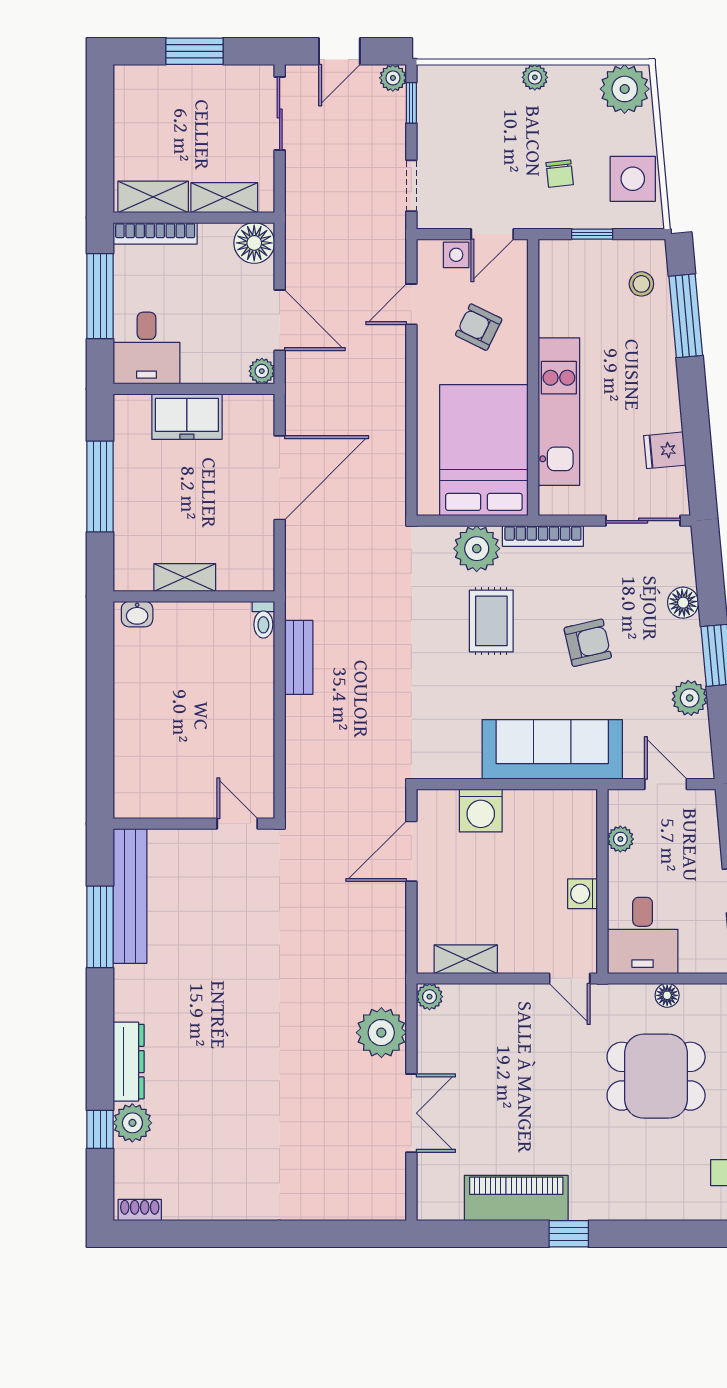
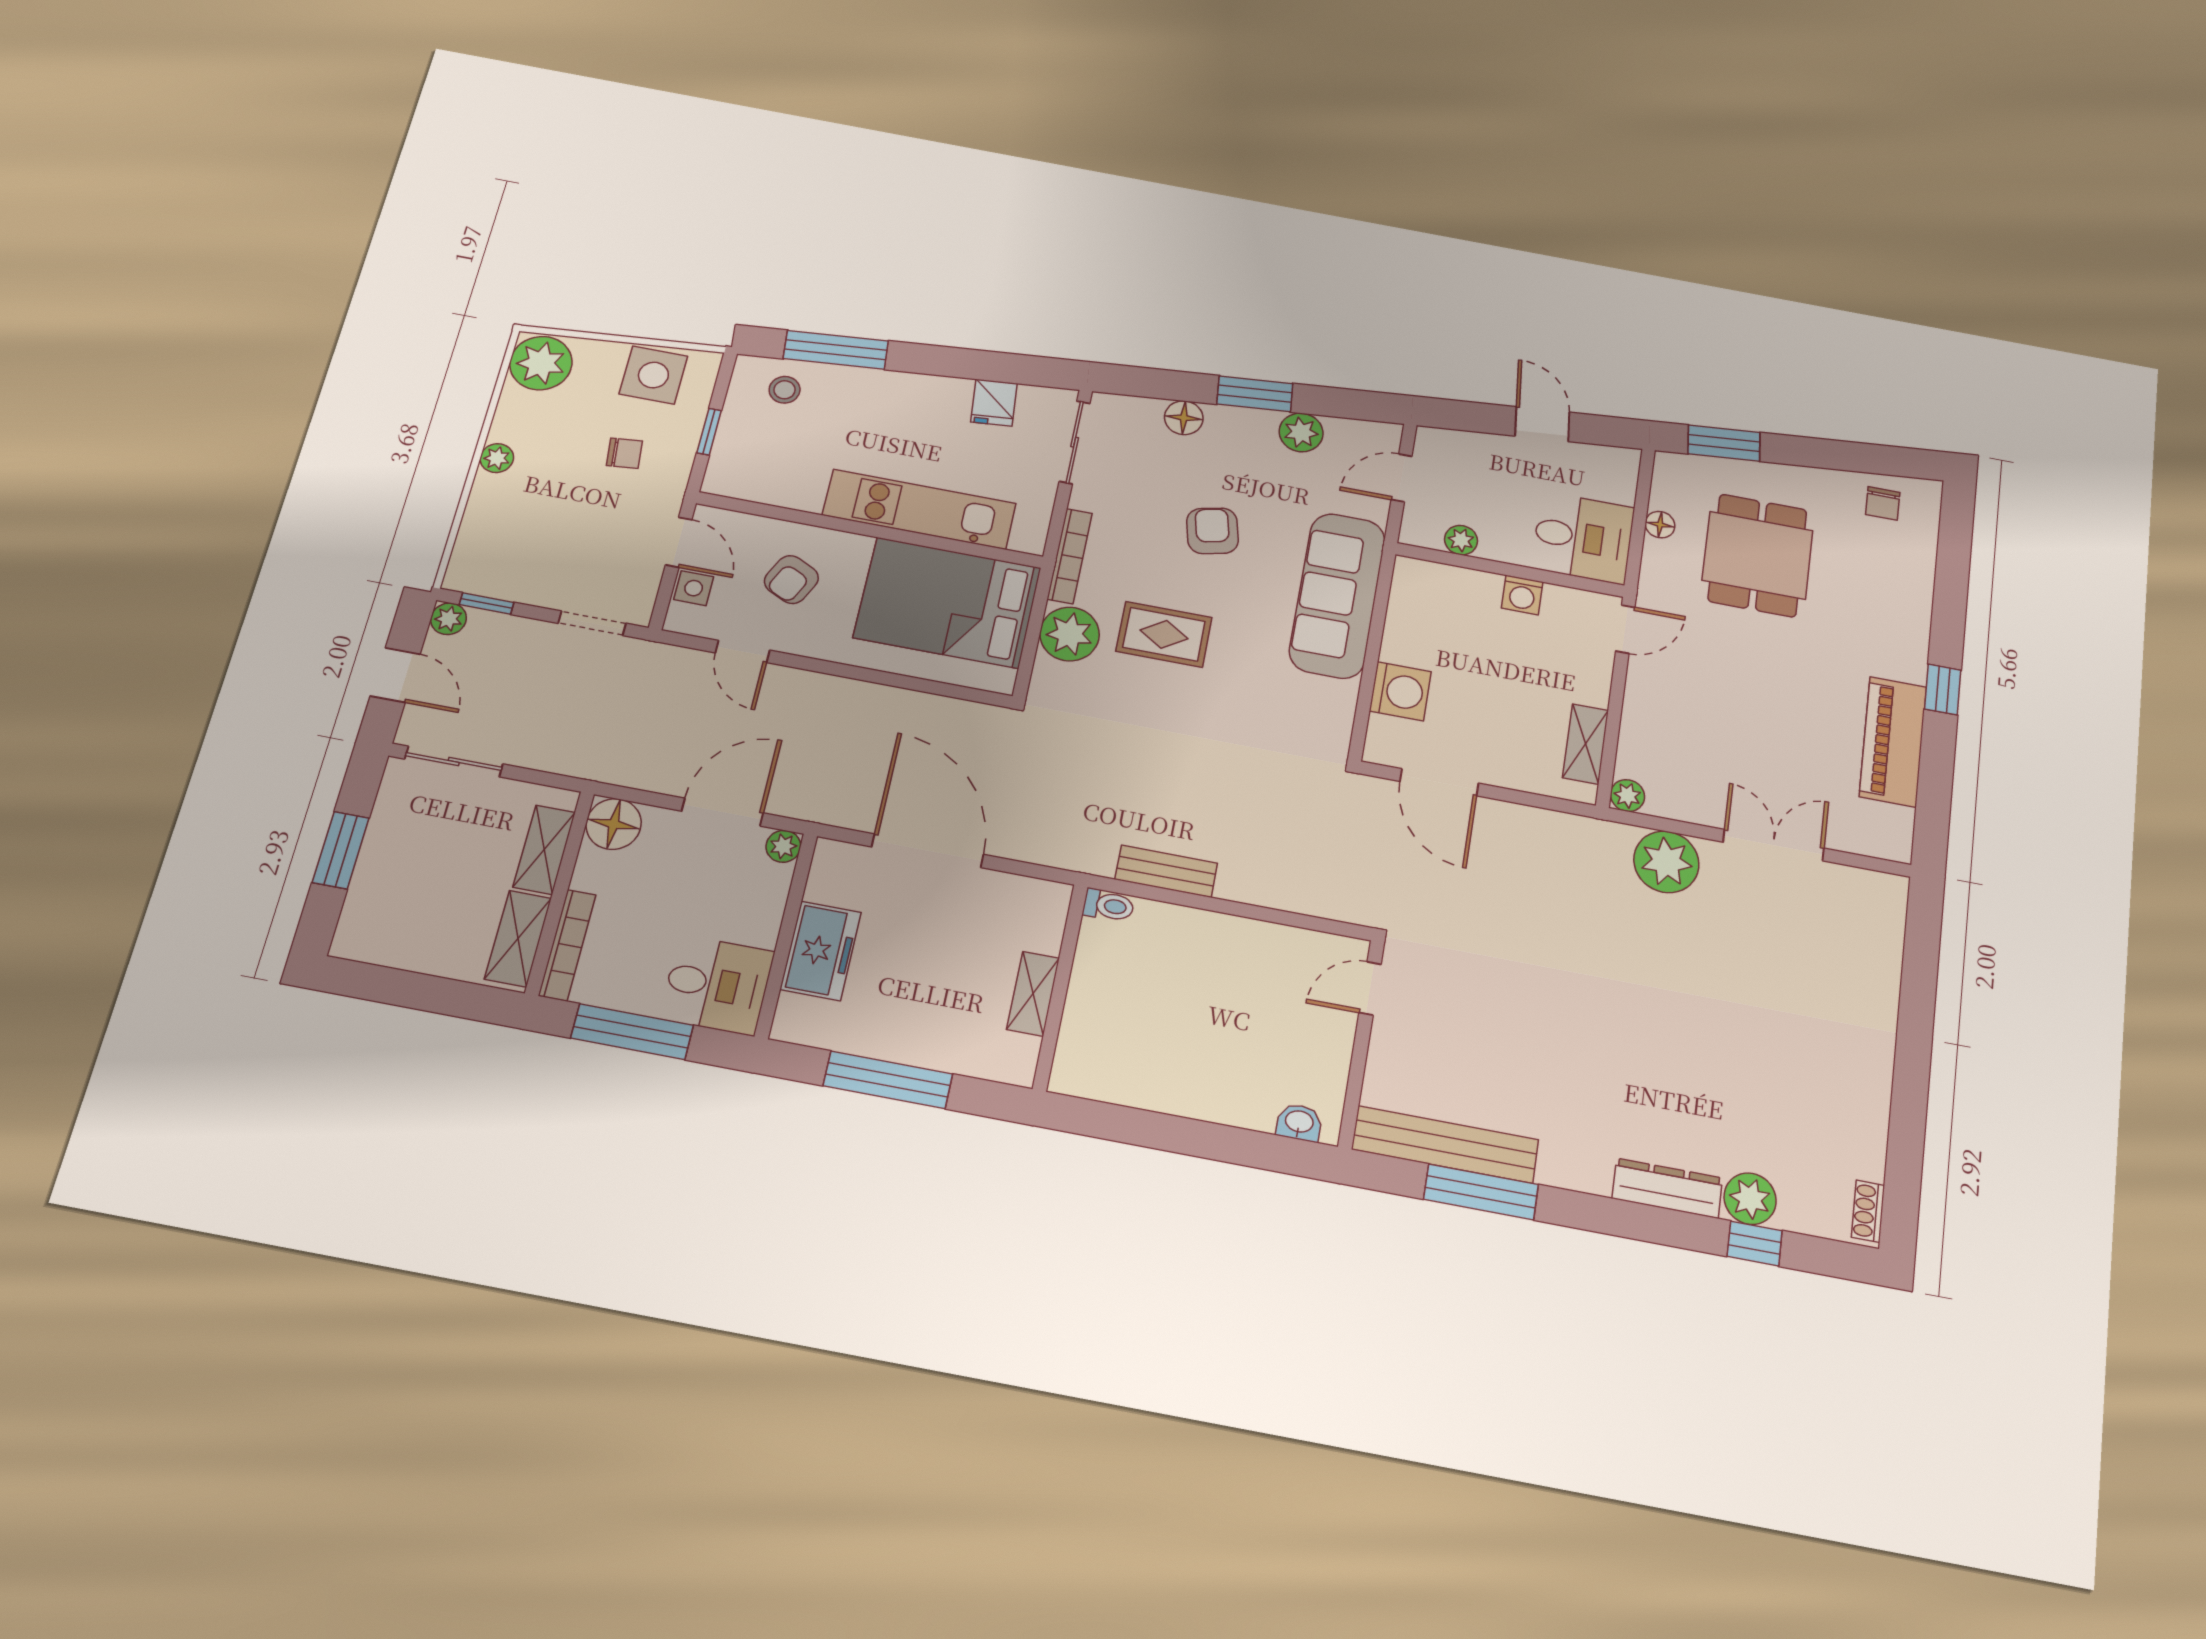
washbasin: (137, 614) -> (1299, 1122), moved, turned -90

